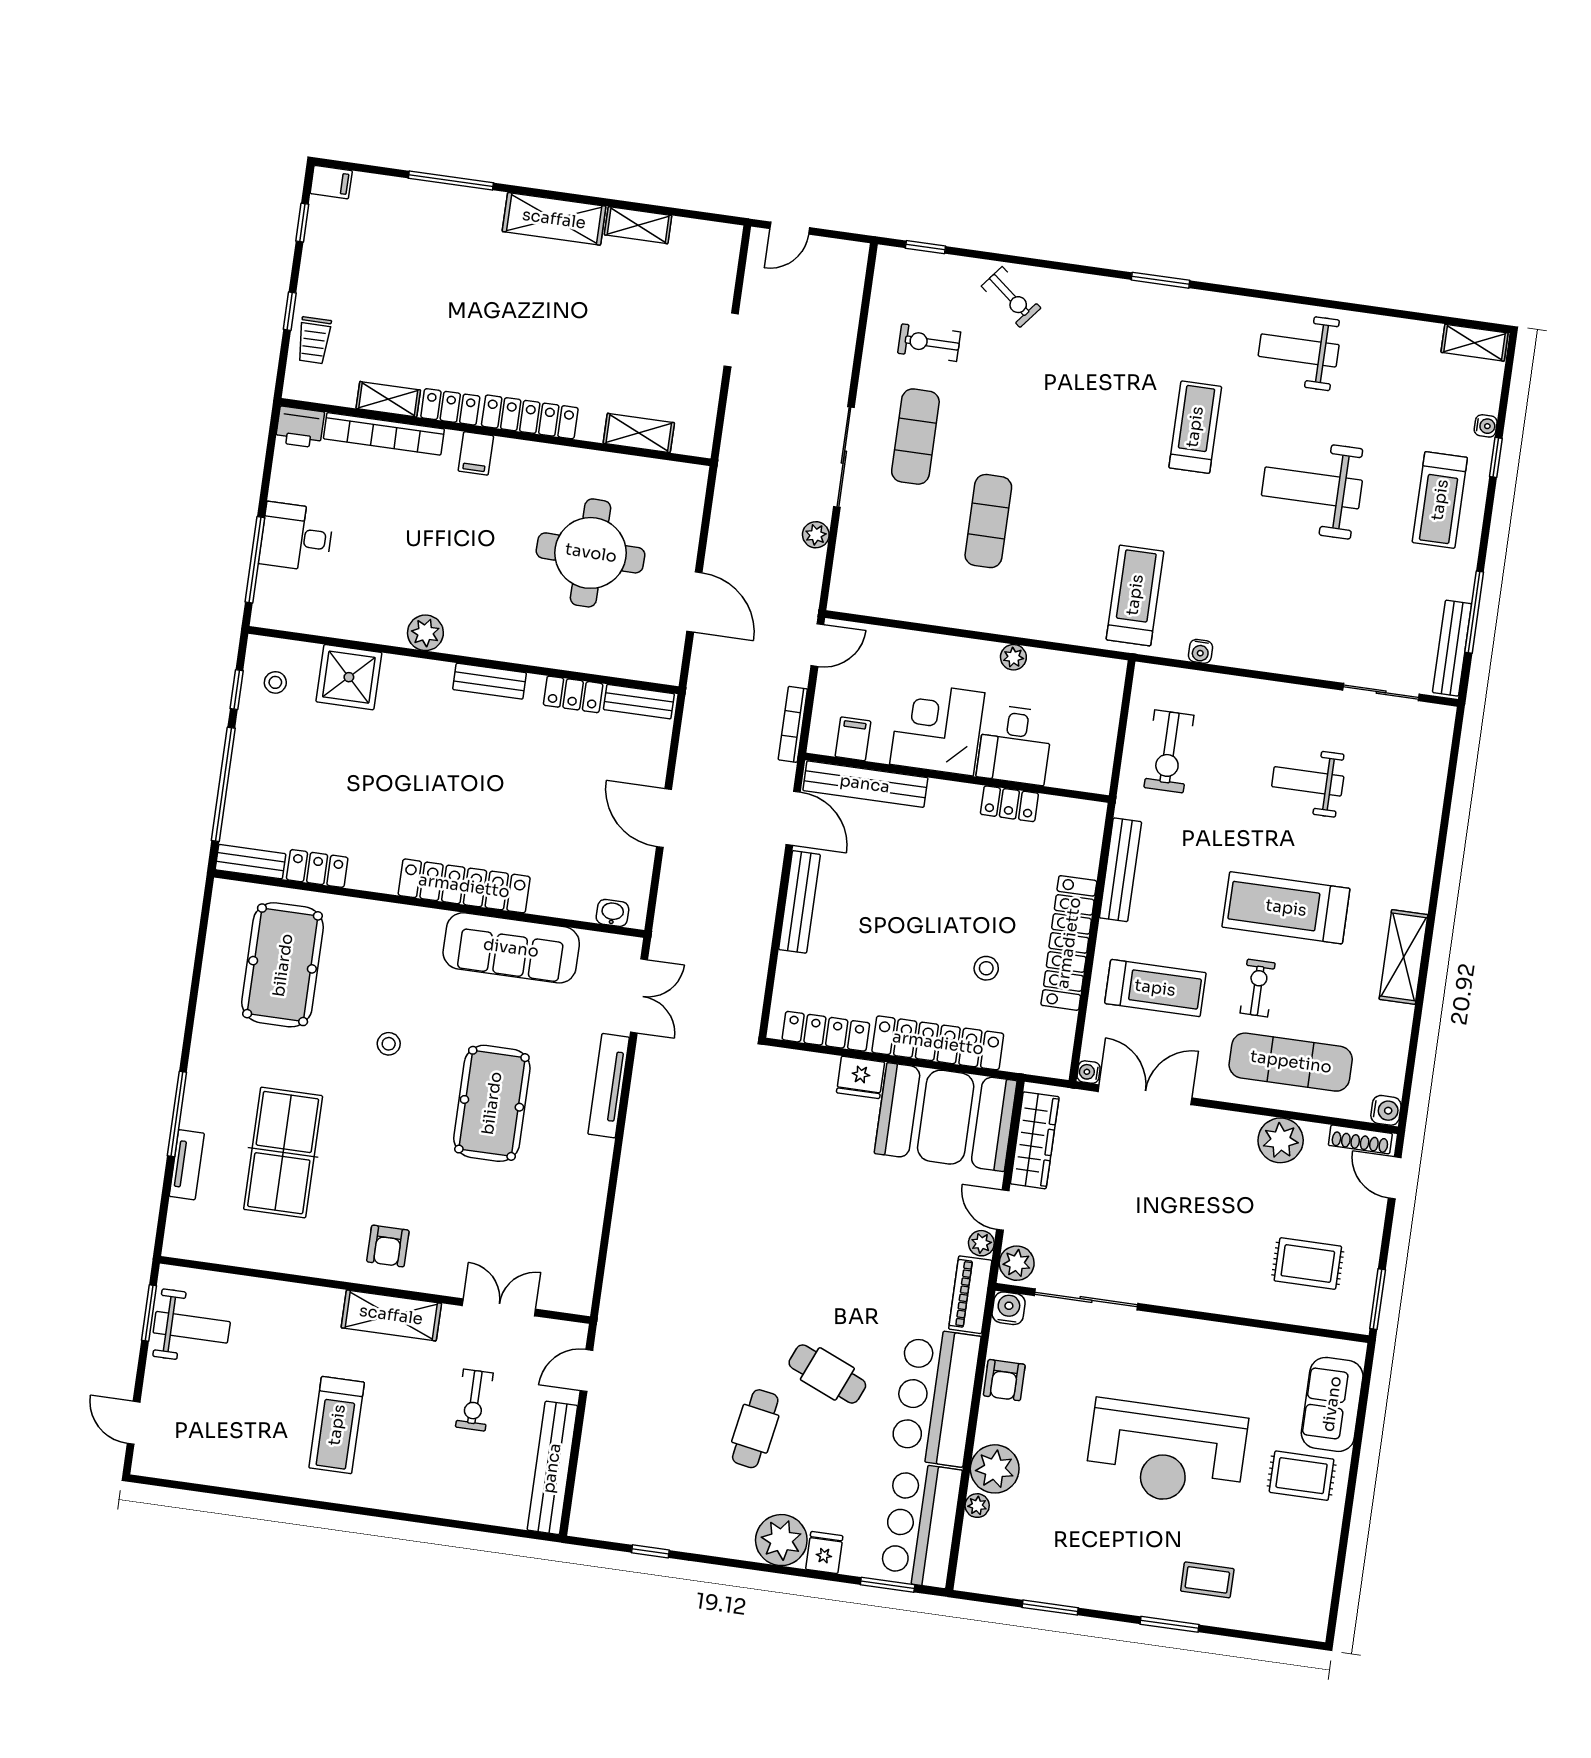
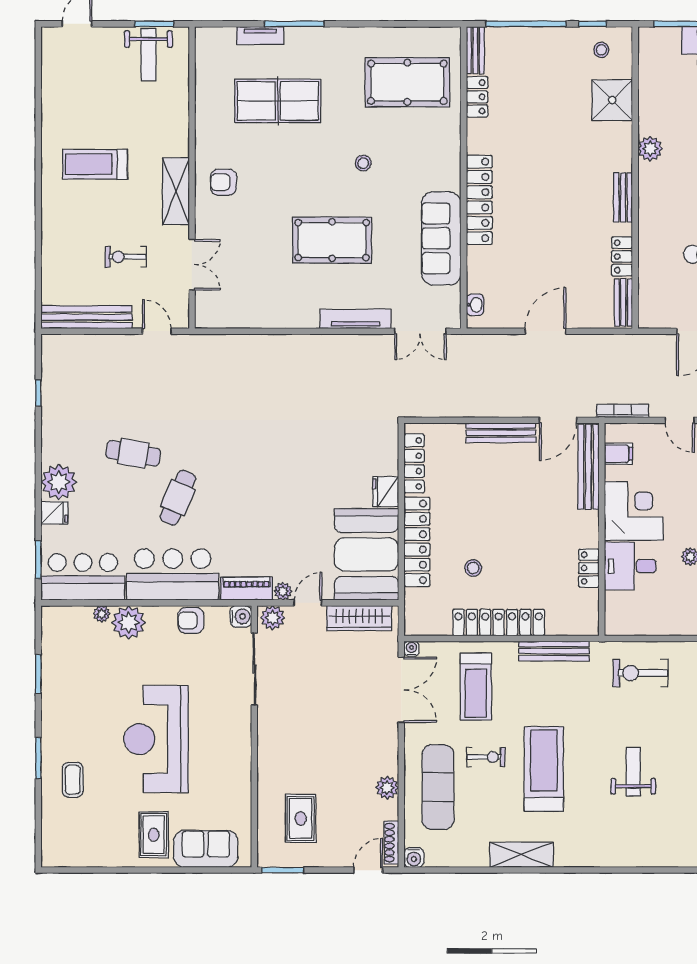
plant: (1281, 1140) -> (387, 788), width x0.73, depth x0.73

